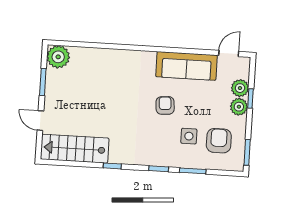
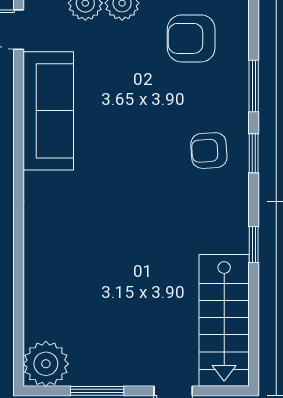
armchair: (165, 105) -> (209, 151), moved
side table: (189, 136) -> (186, 98), removed

